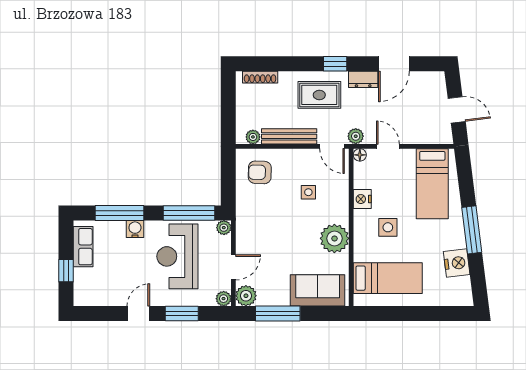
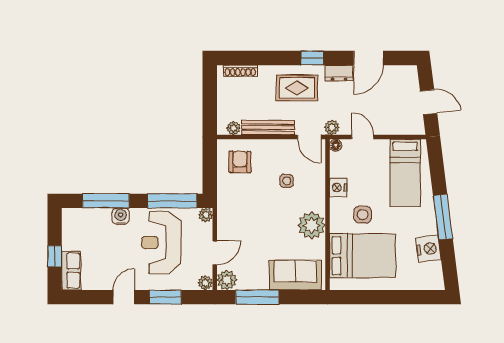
armchair: (260, 172) -> (240, 162), turned 88
row of seats: (83, 247) -> (71, 271), moved
bed: (388, 278) -> (363, 256), width x1.50

